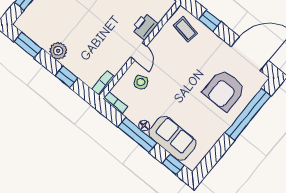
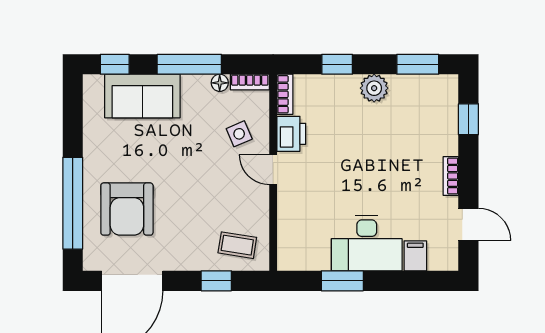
printer: (145, 27) -> (291, 134), moved
armchair: (224, 90) -> (127, 209), turned 180
floor lamp: (144, 126) -> (220, 83), moved

